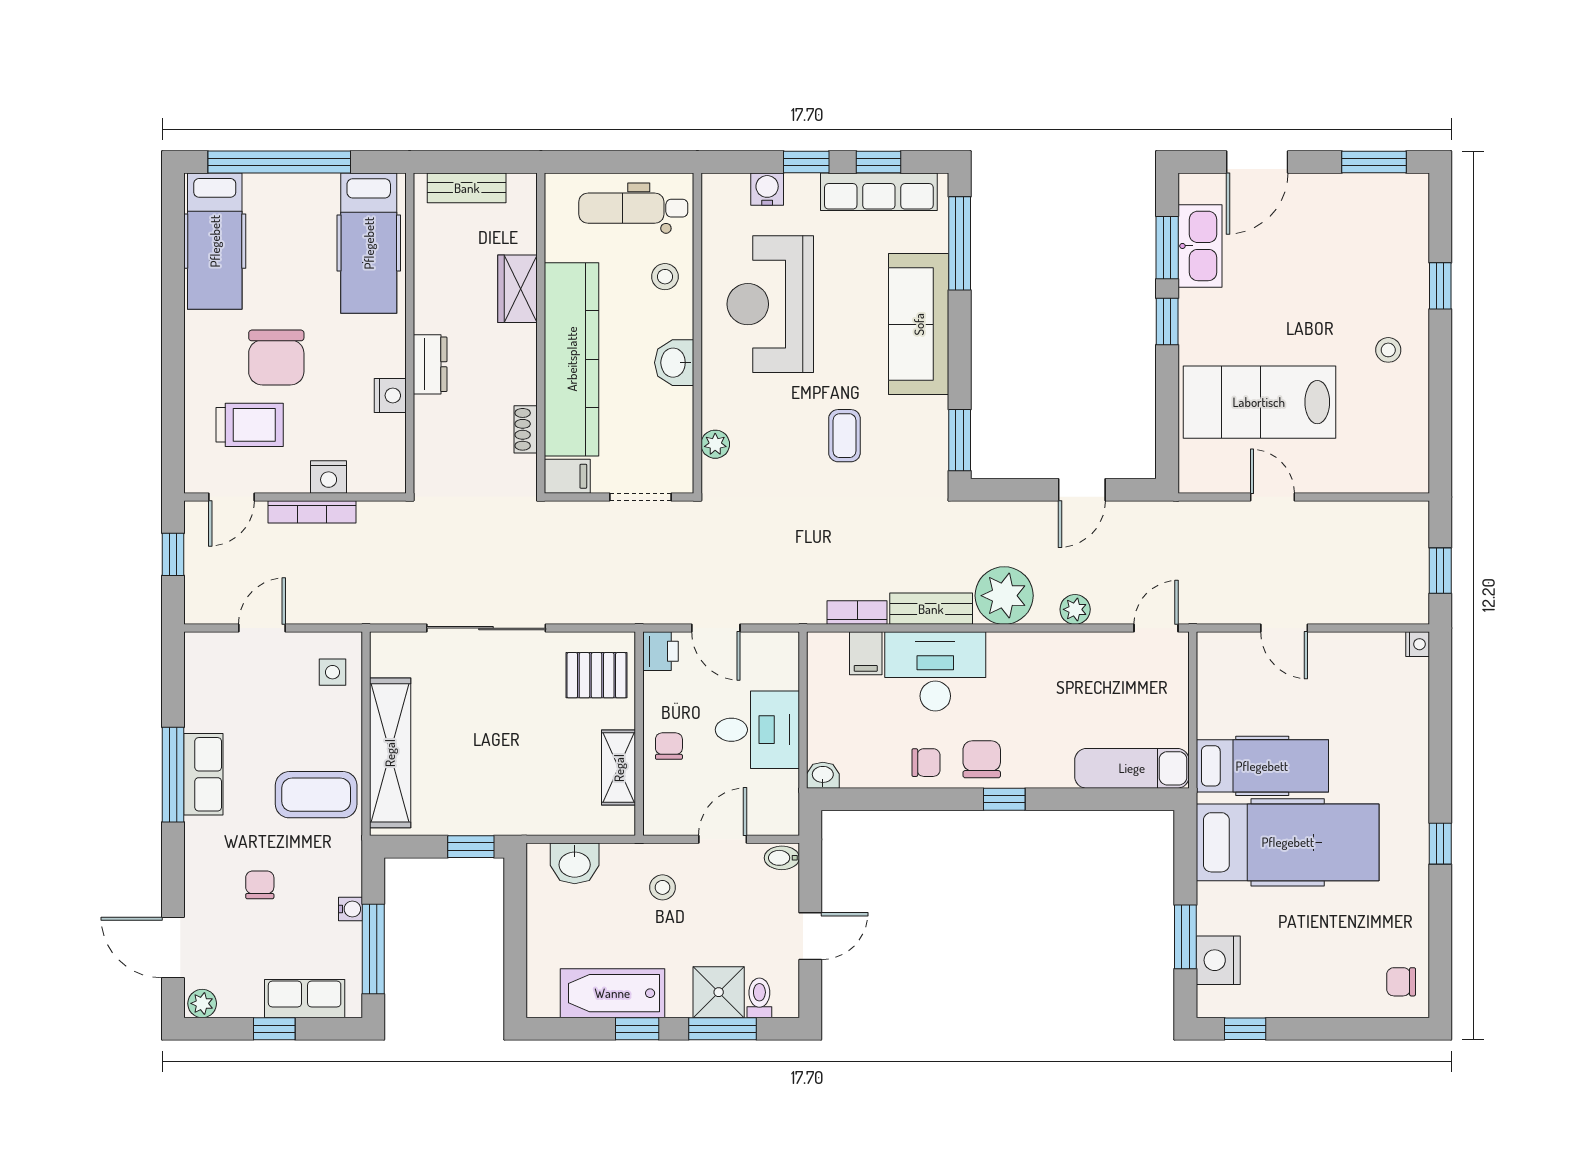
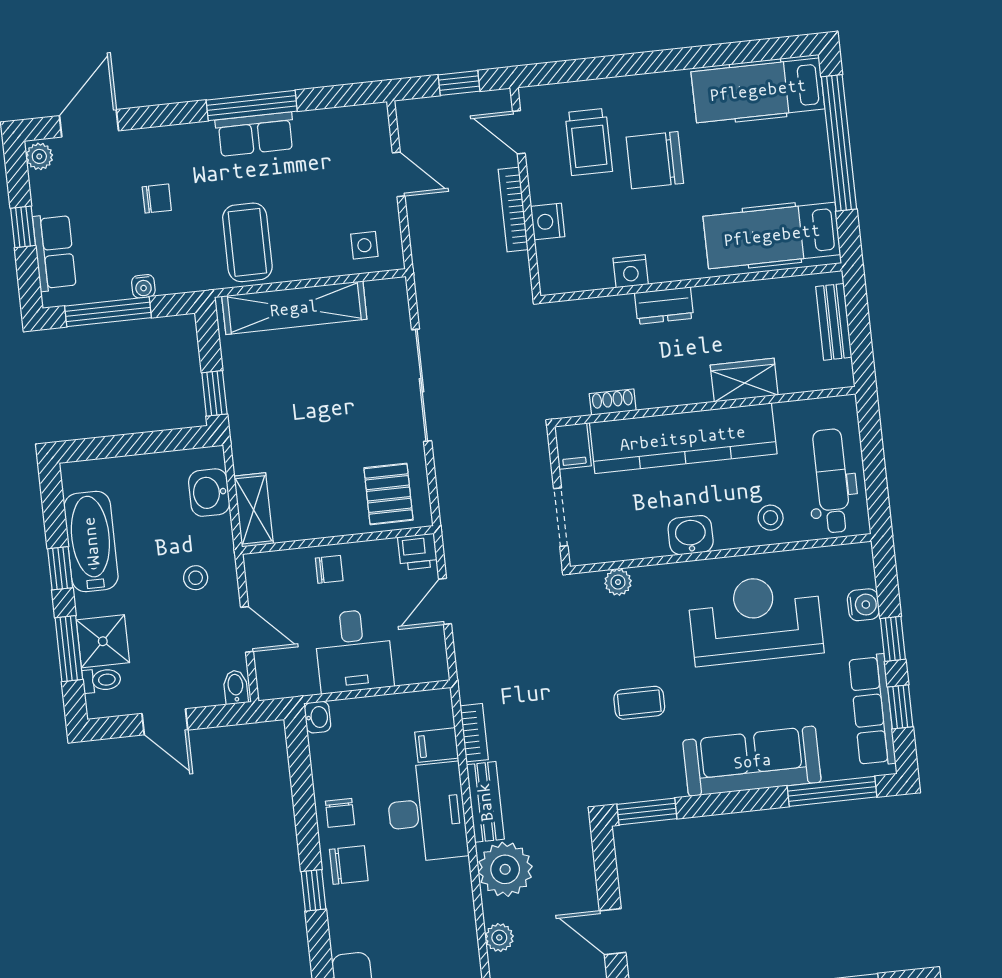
shelving: (619, 768) -> (254, 510), moved, turned 90

